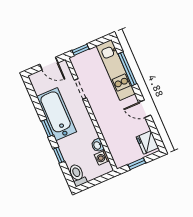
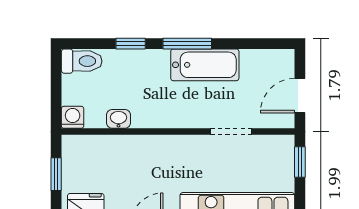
bathtub: (57, 114) -> (205, 65), width x0.73, depth x0.73
window: (47, 128) -> (187, 44), width x1.50
washing machine: (102, 158) -> (73, 117), moved

